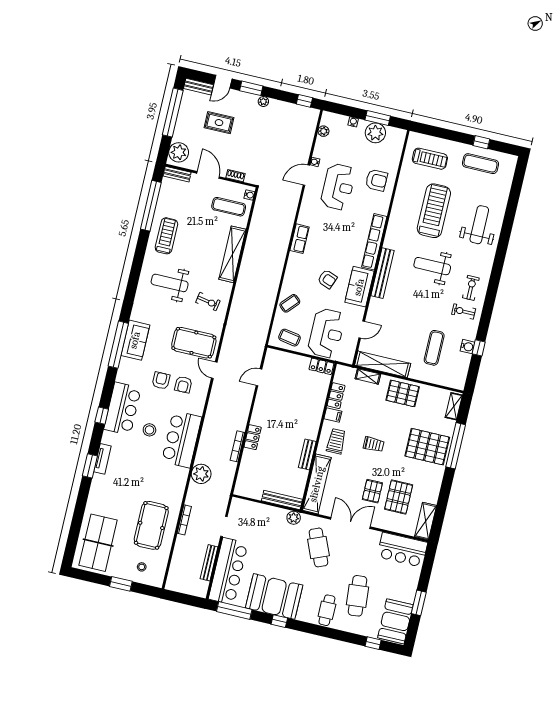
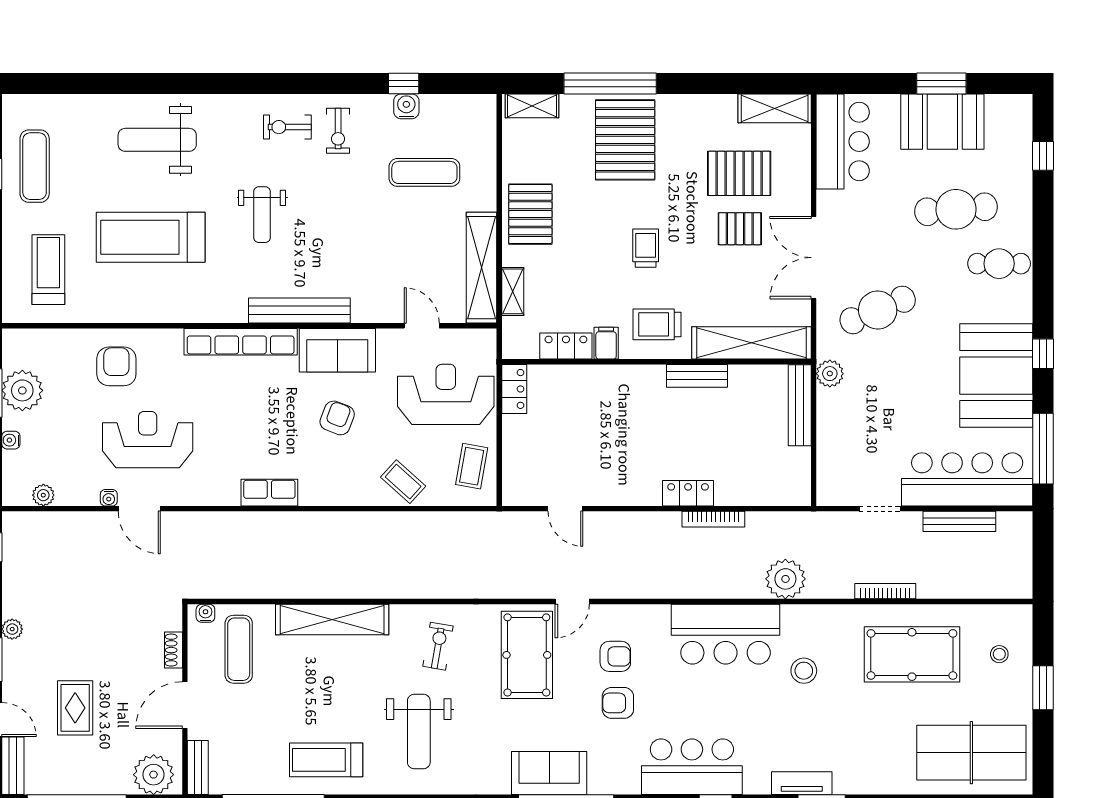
weight bench: (432, 266) -> (262, 215), width x0.73, depth x0.75
stool: (149, 430) -> (804, 671), moved
booth: (395, 621) -> (942, 122), moved

